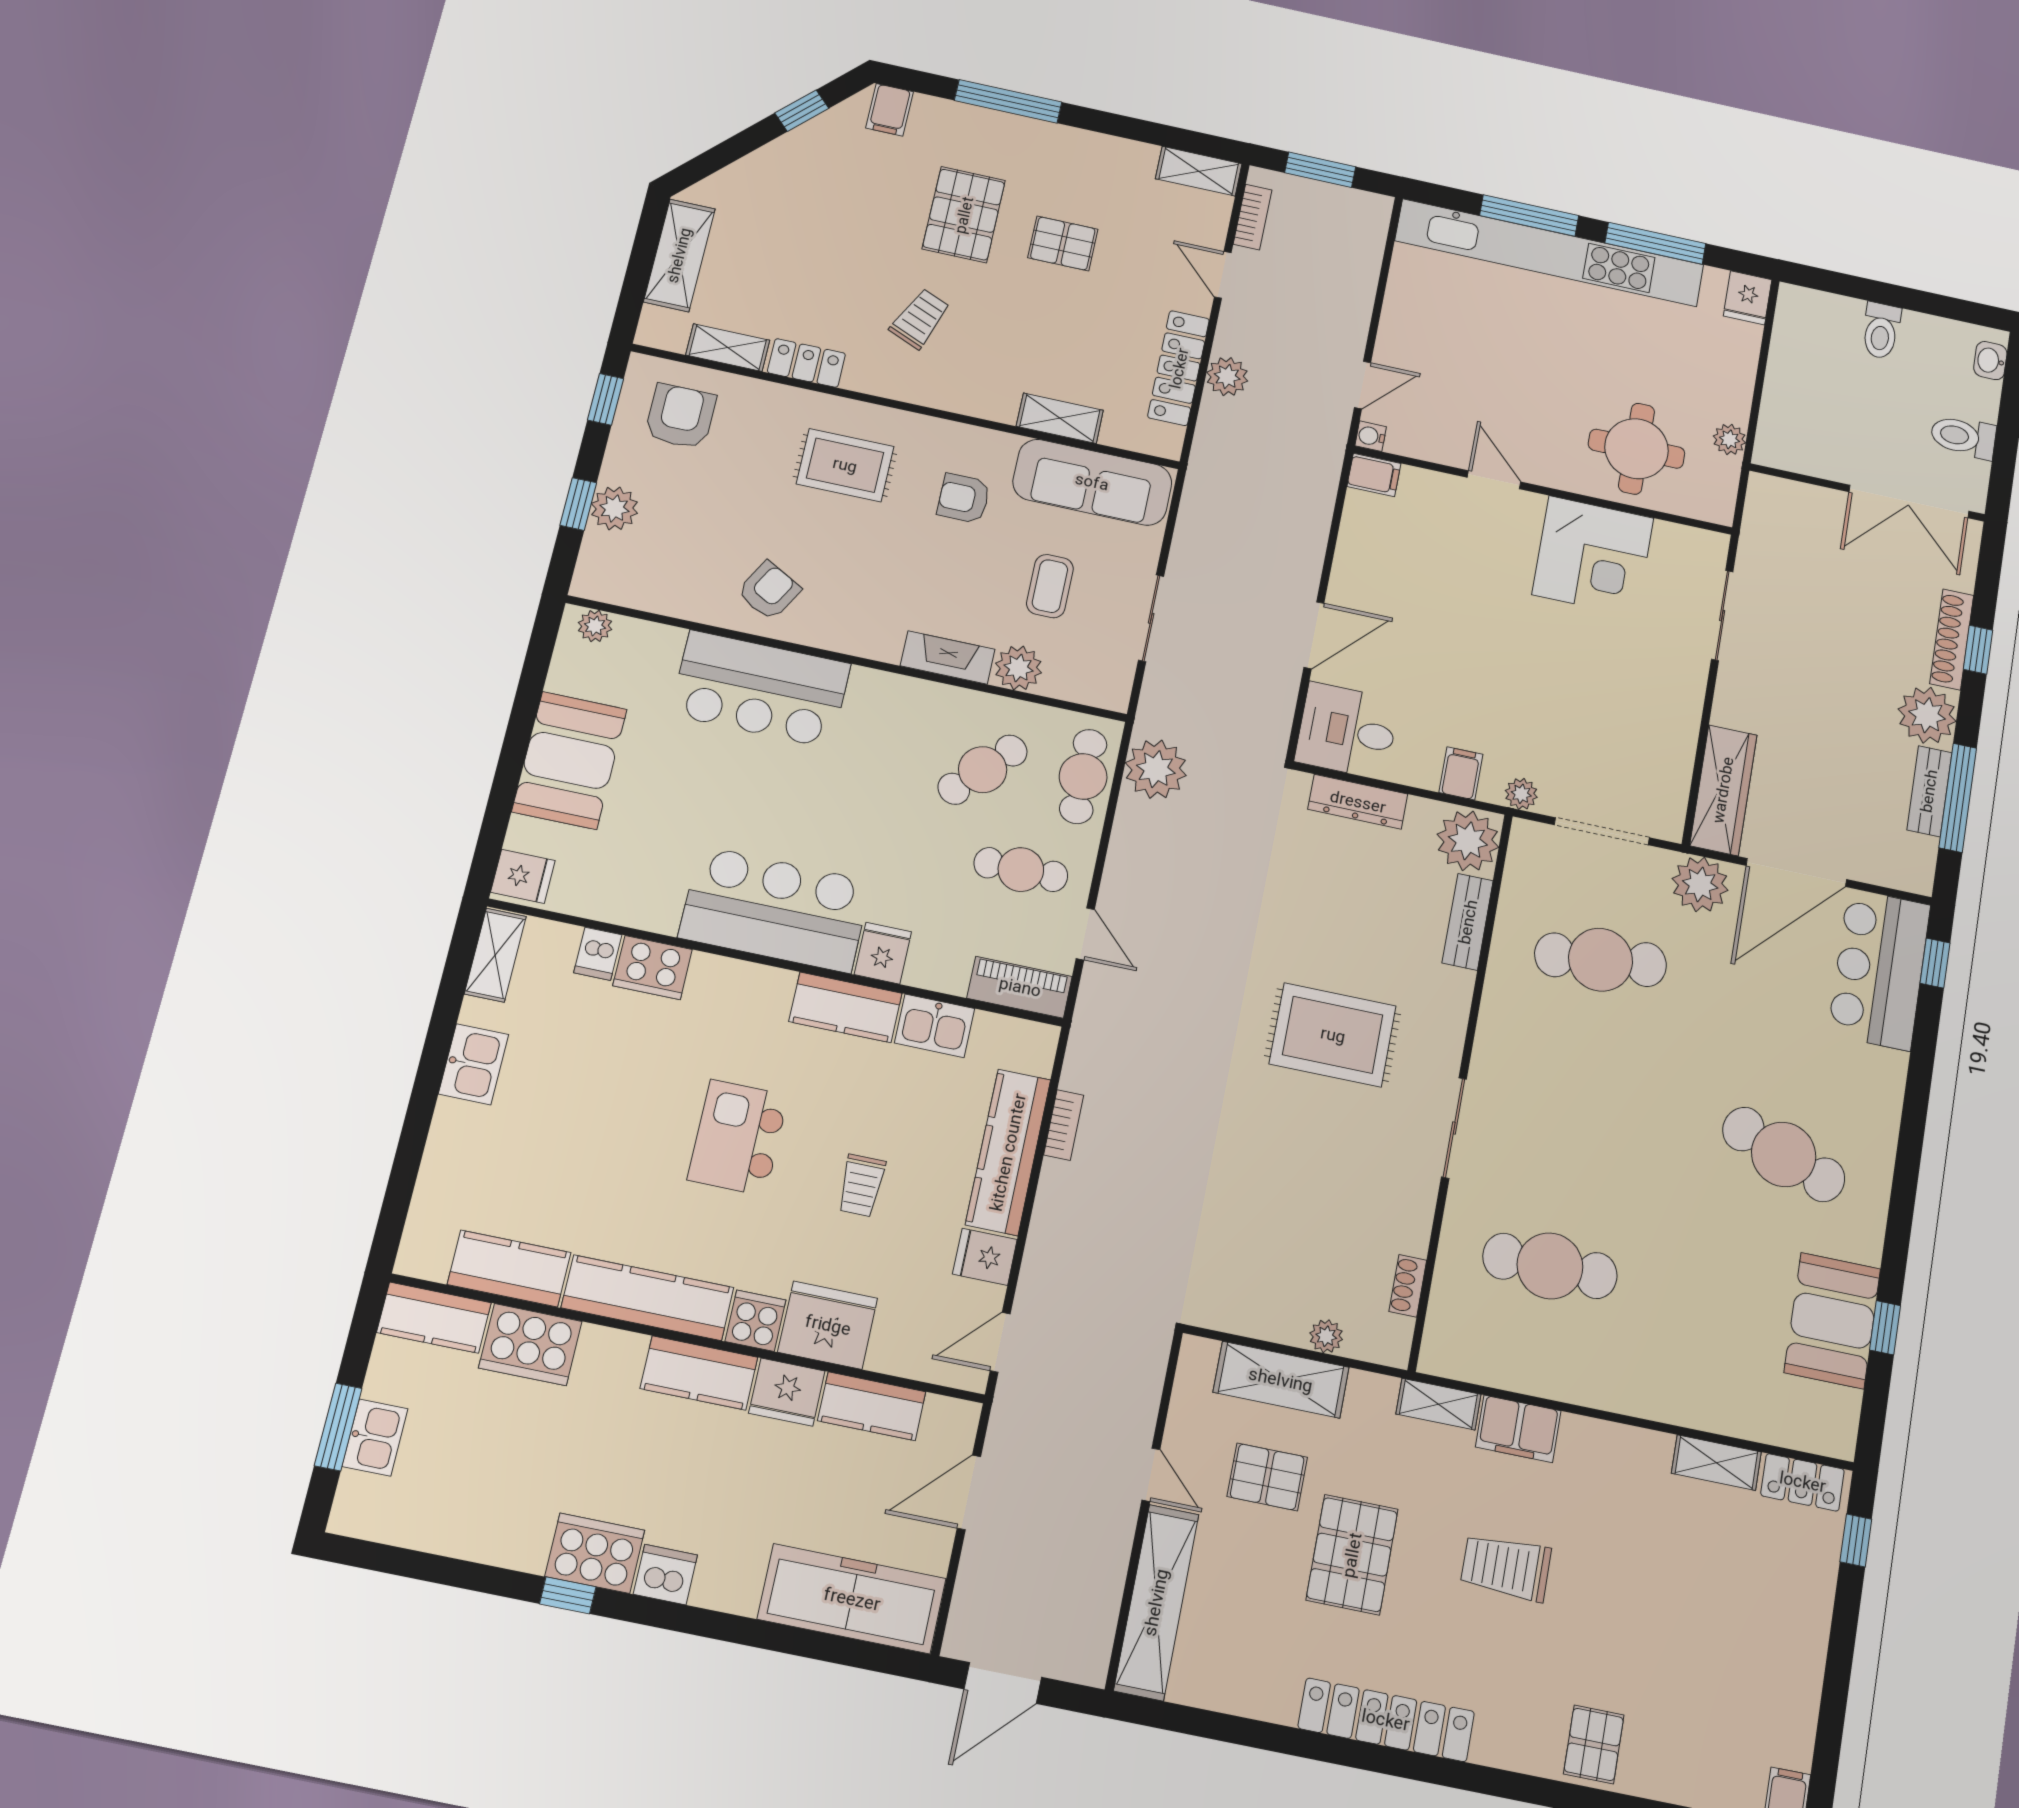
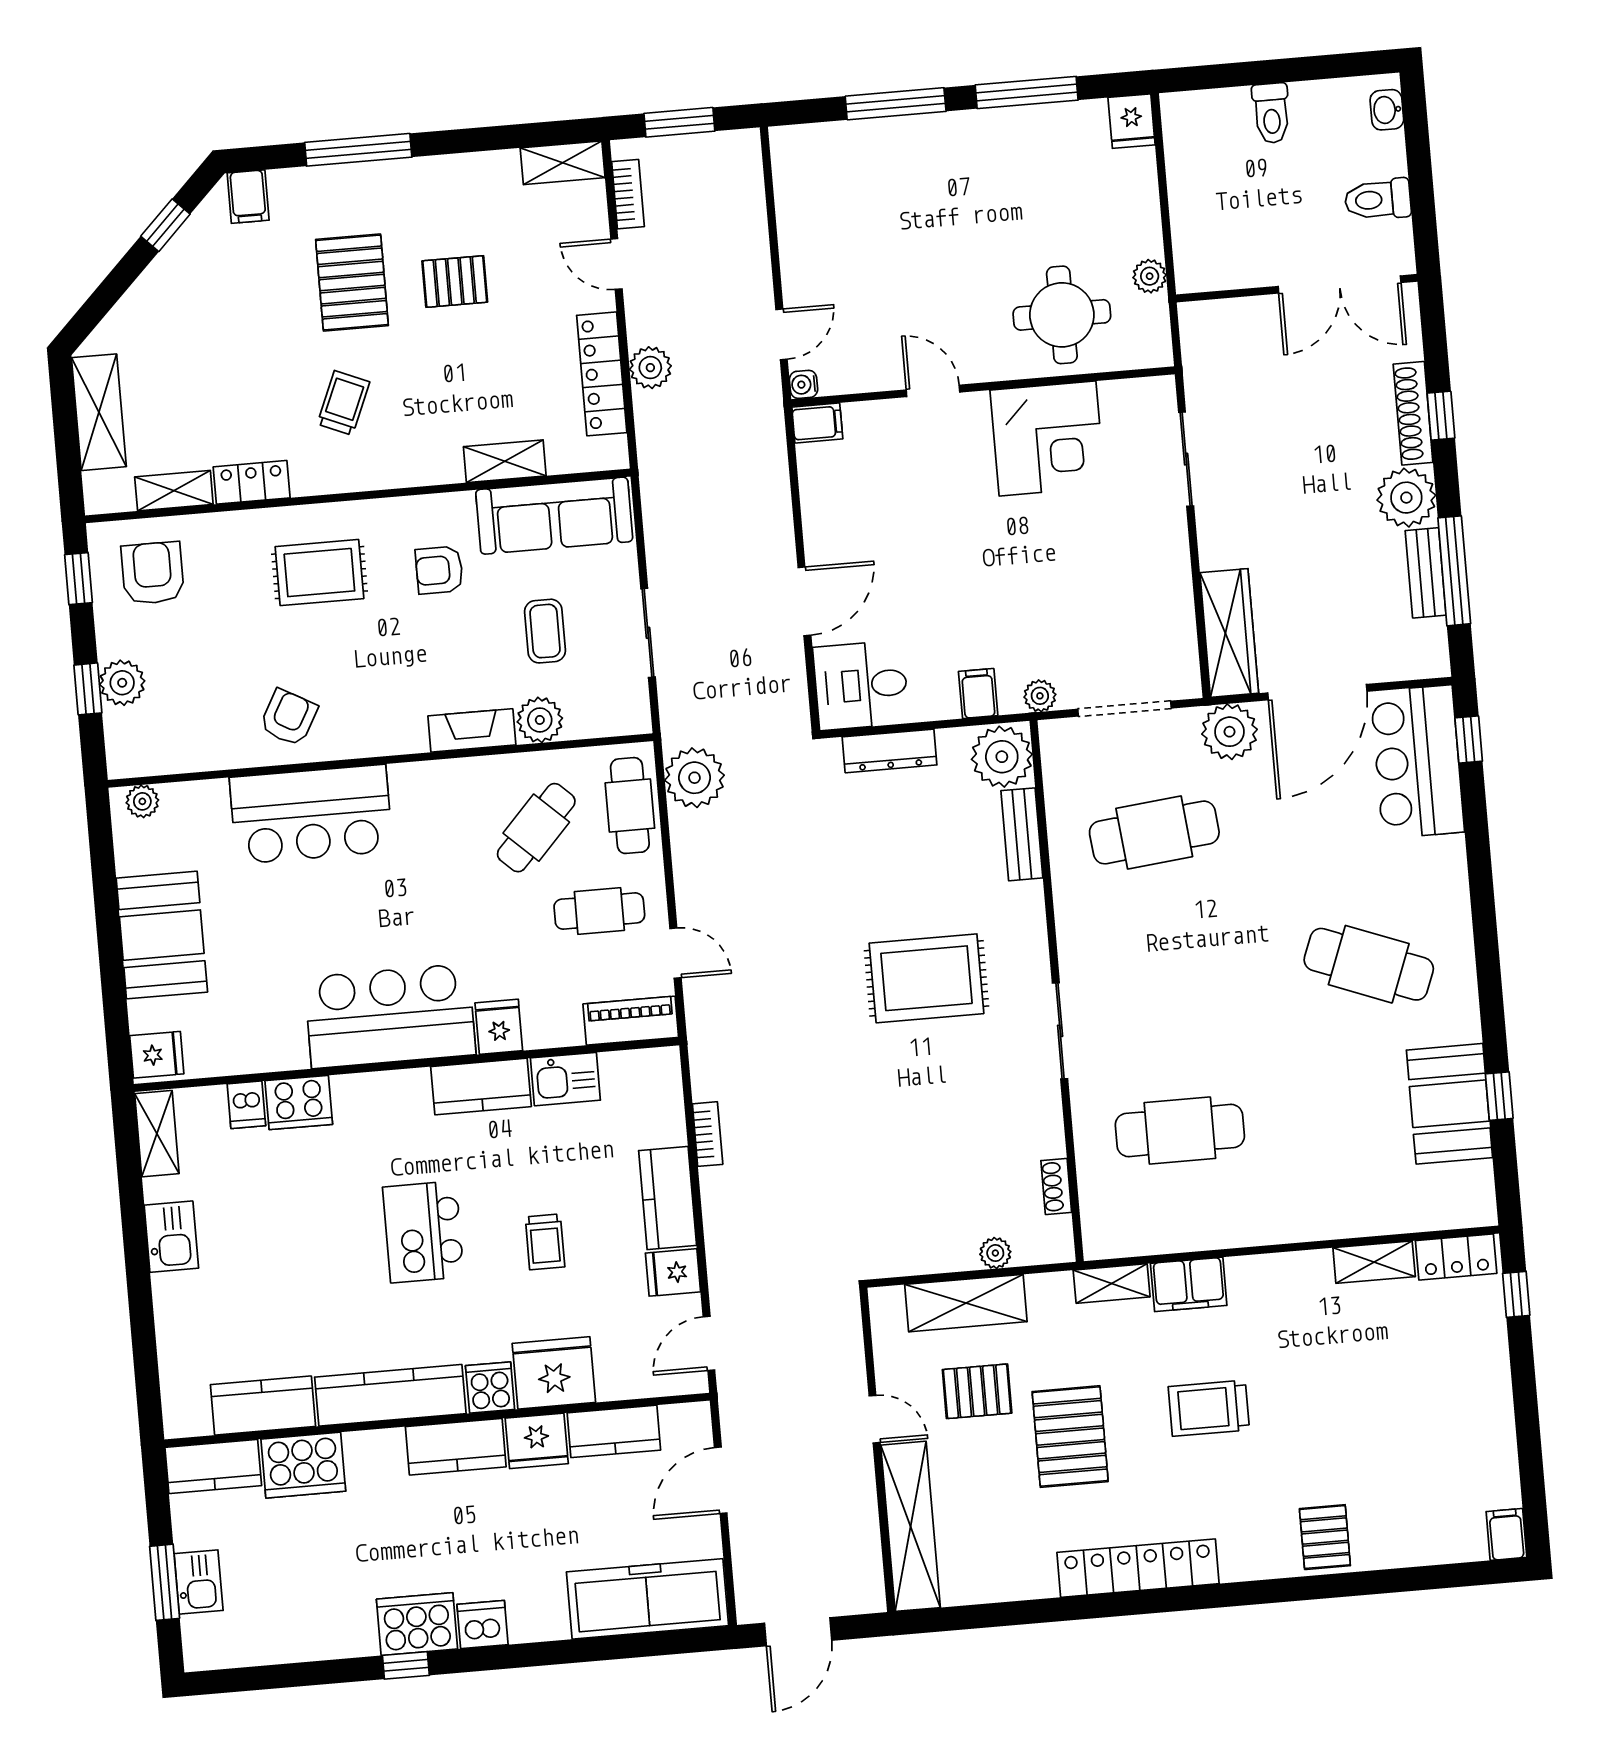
kitchen unit: (1550, 253) -> (926, 137), removed
kitchen counter: (1008, 1152) -> (668, 1198), width x0.67

